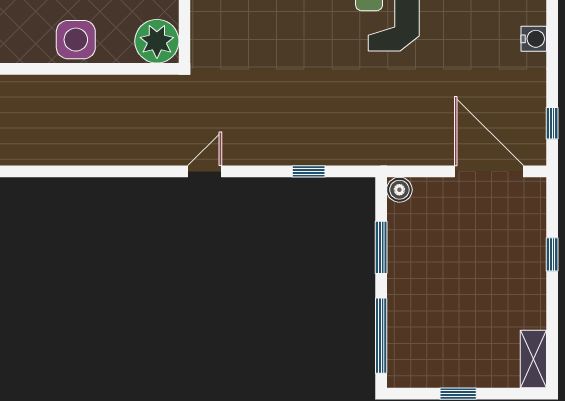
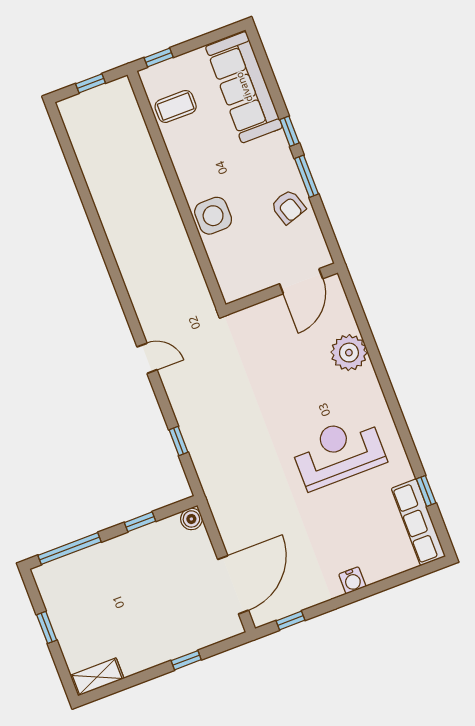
plant: (157, 41) -> (236, 281), removed
window: (381, 247) -> (140, 522), width x0.67

